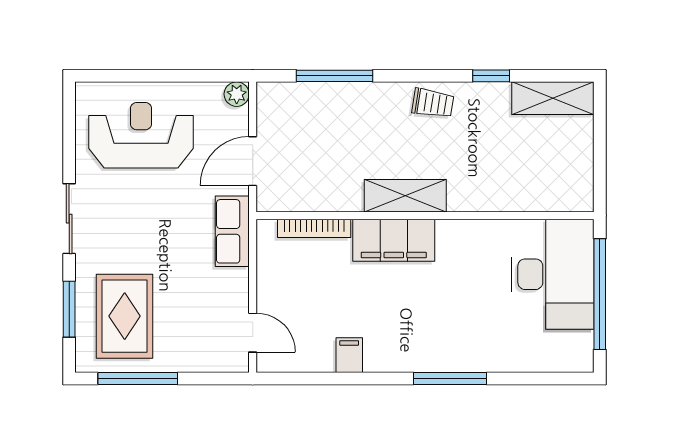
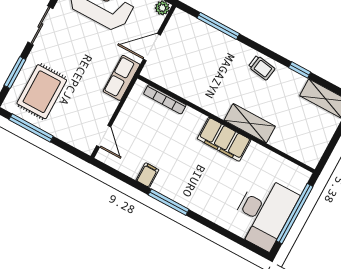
shelving: (405, 196) -> (250, 123), moved
filing cabinet: (394, 240) -> (224, 139), moved
desk: (553, 274) -> (264, 213), moved
window: (450, 379) -> (169, 202), moved

